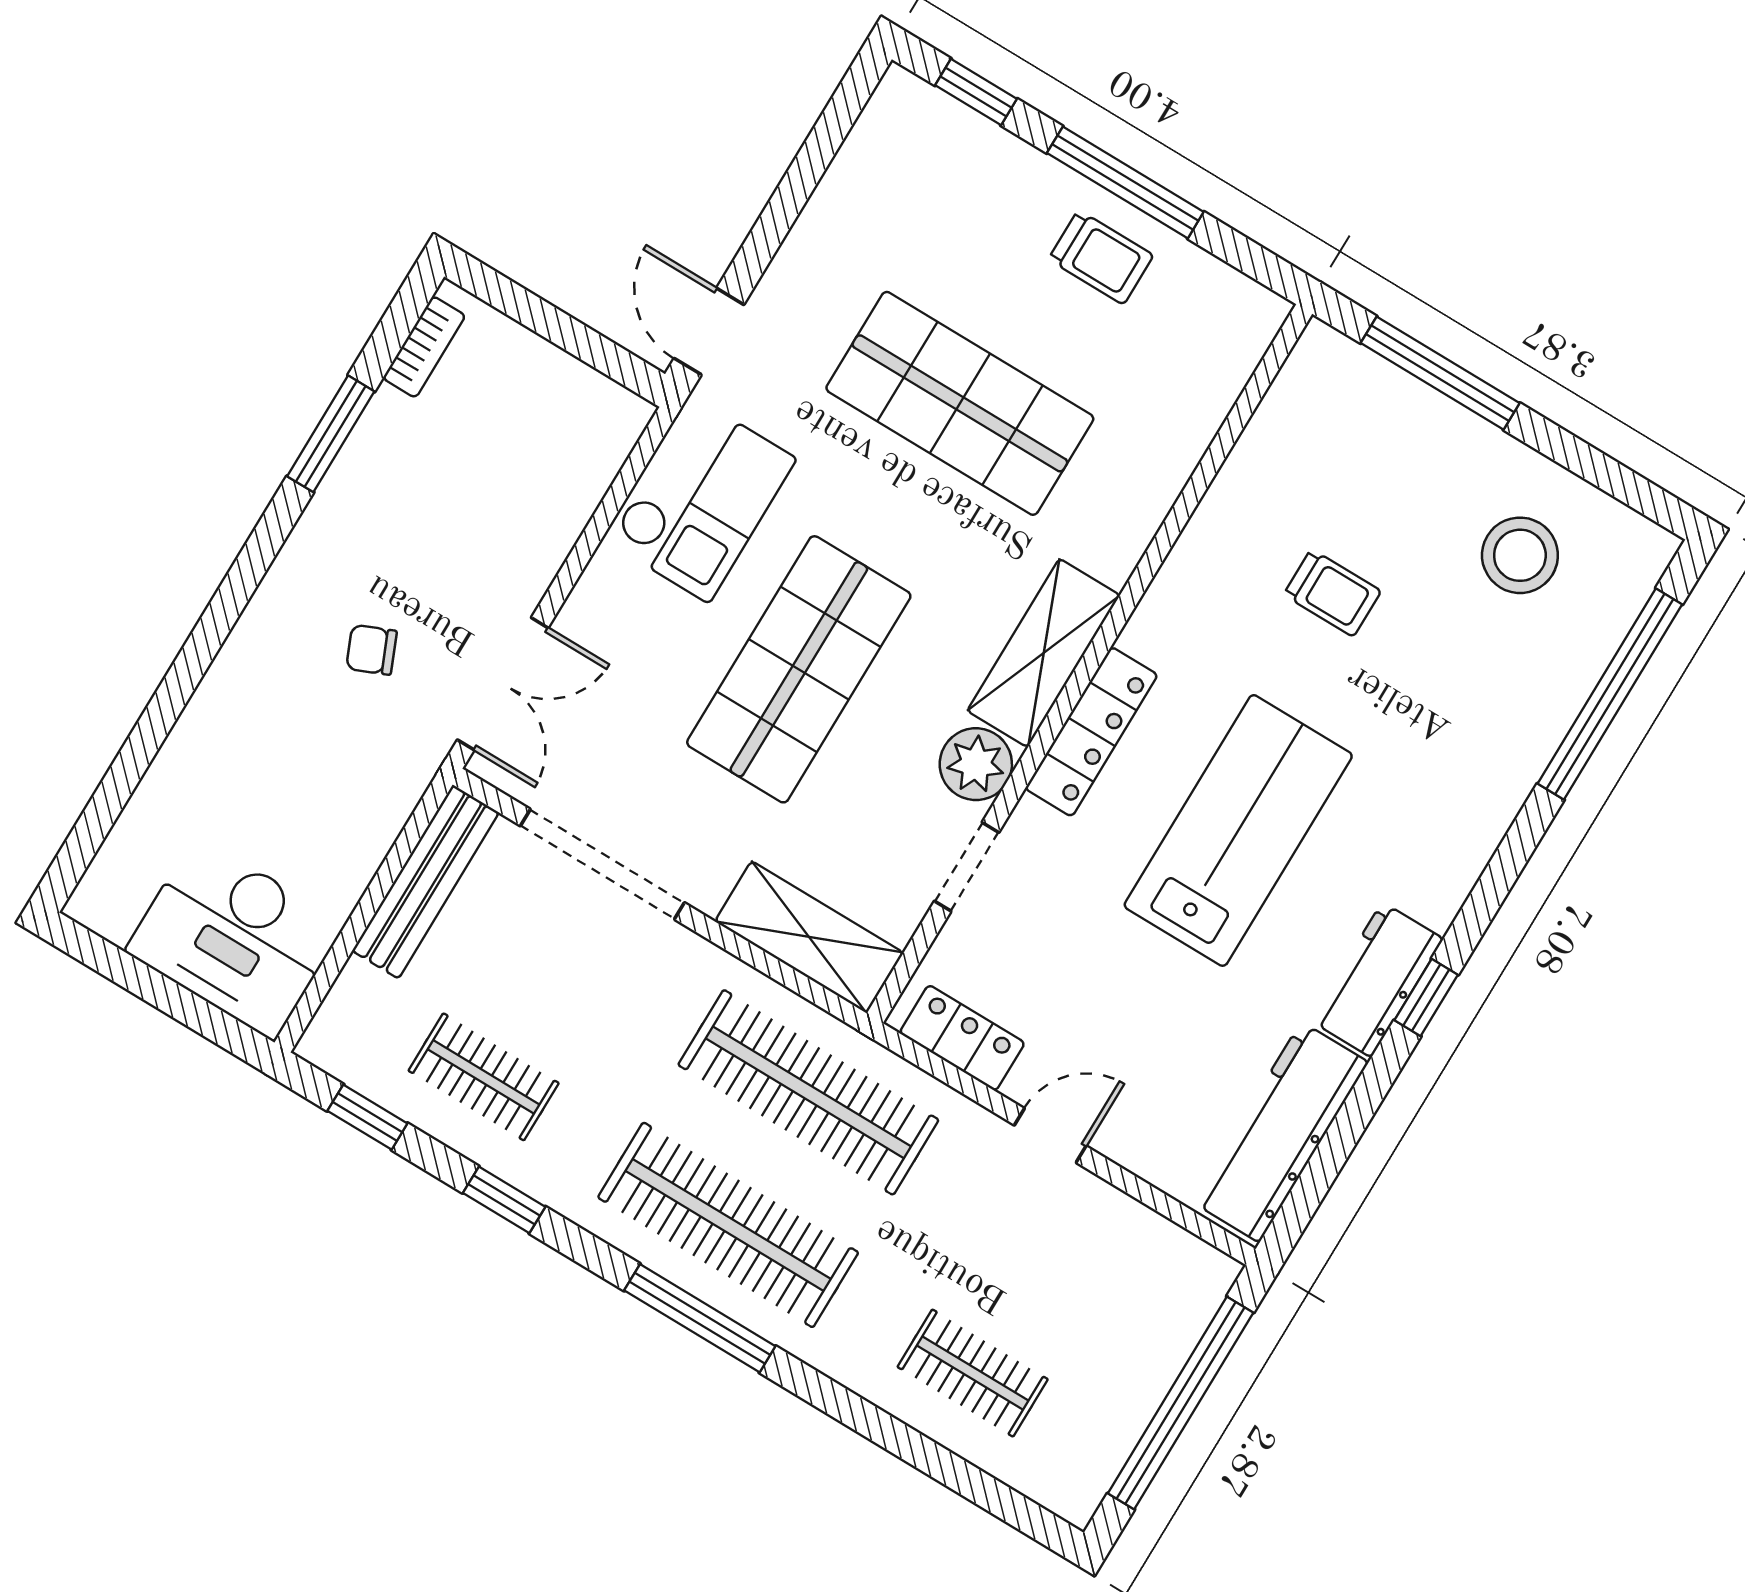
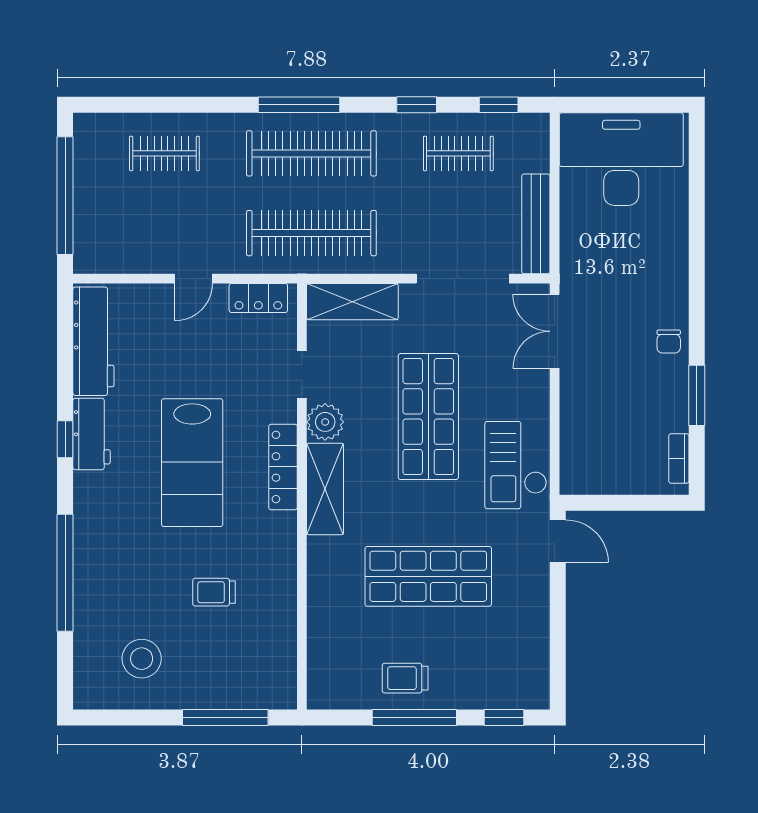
chair: (371, 650) -> (669, 342), moved, turned 113
window: (1610, 694) -> (65, 573), moved
desk: (235, 938) -> (621, 159), width x1.36, depth x1.30

